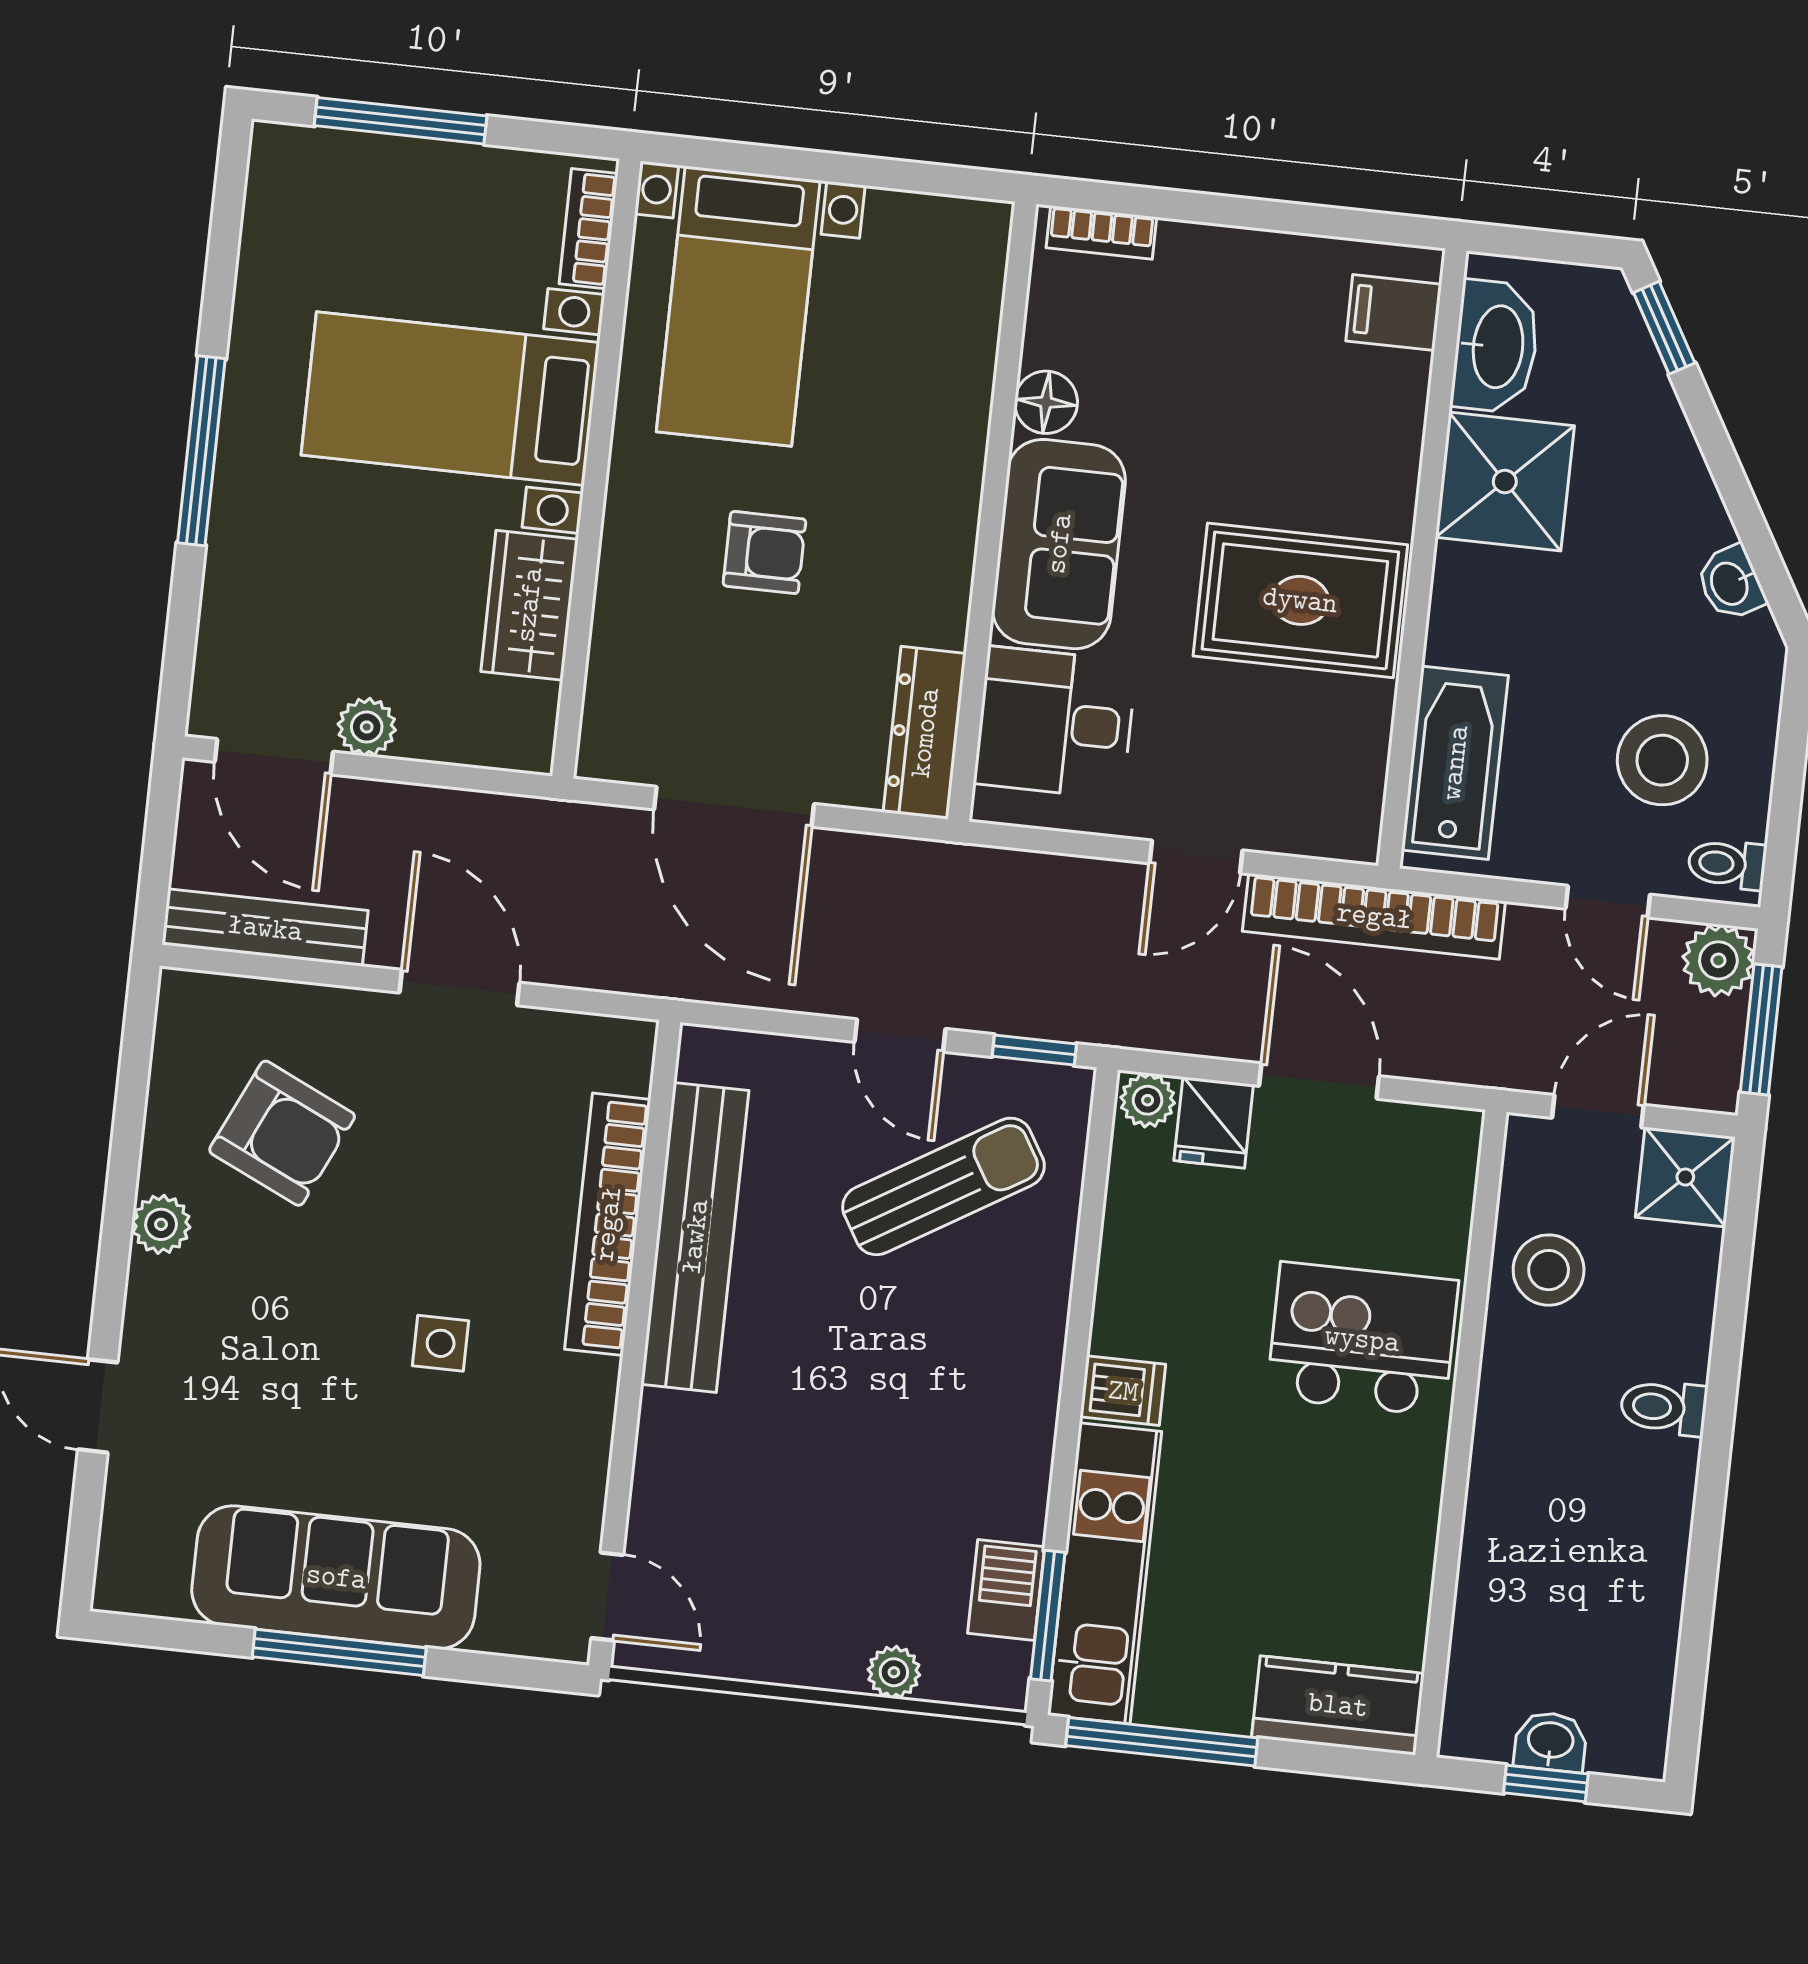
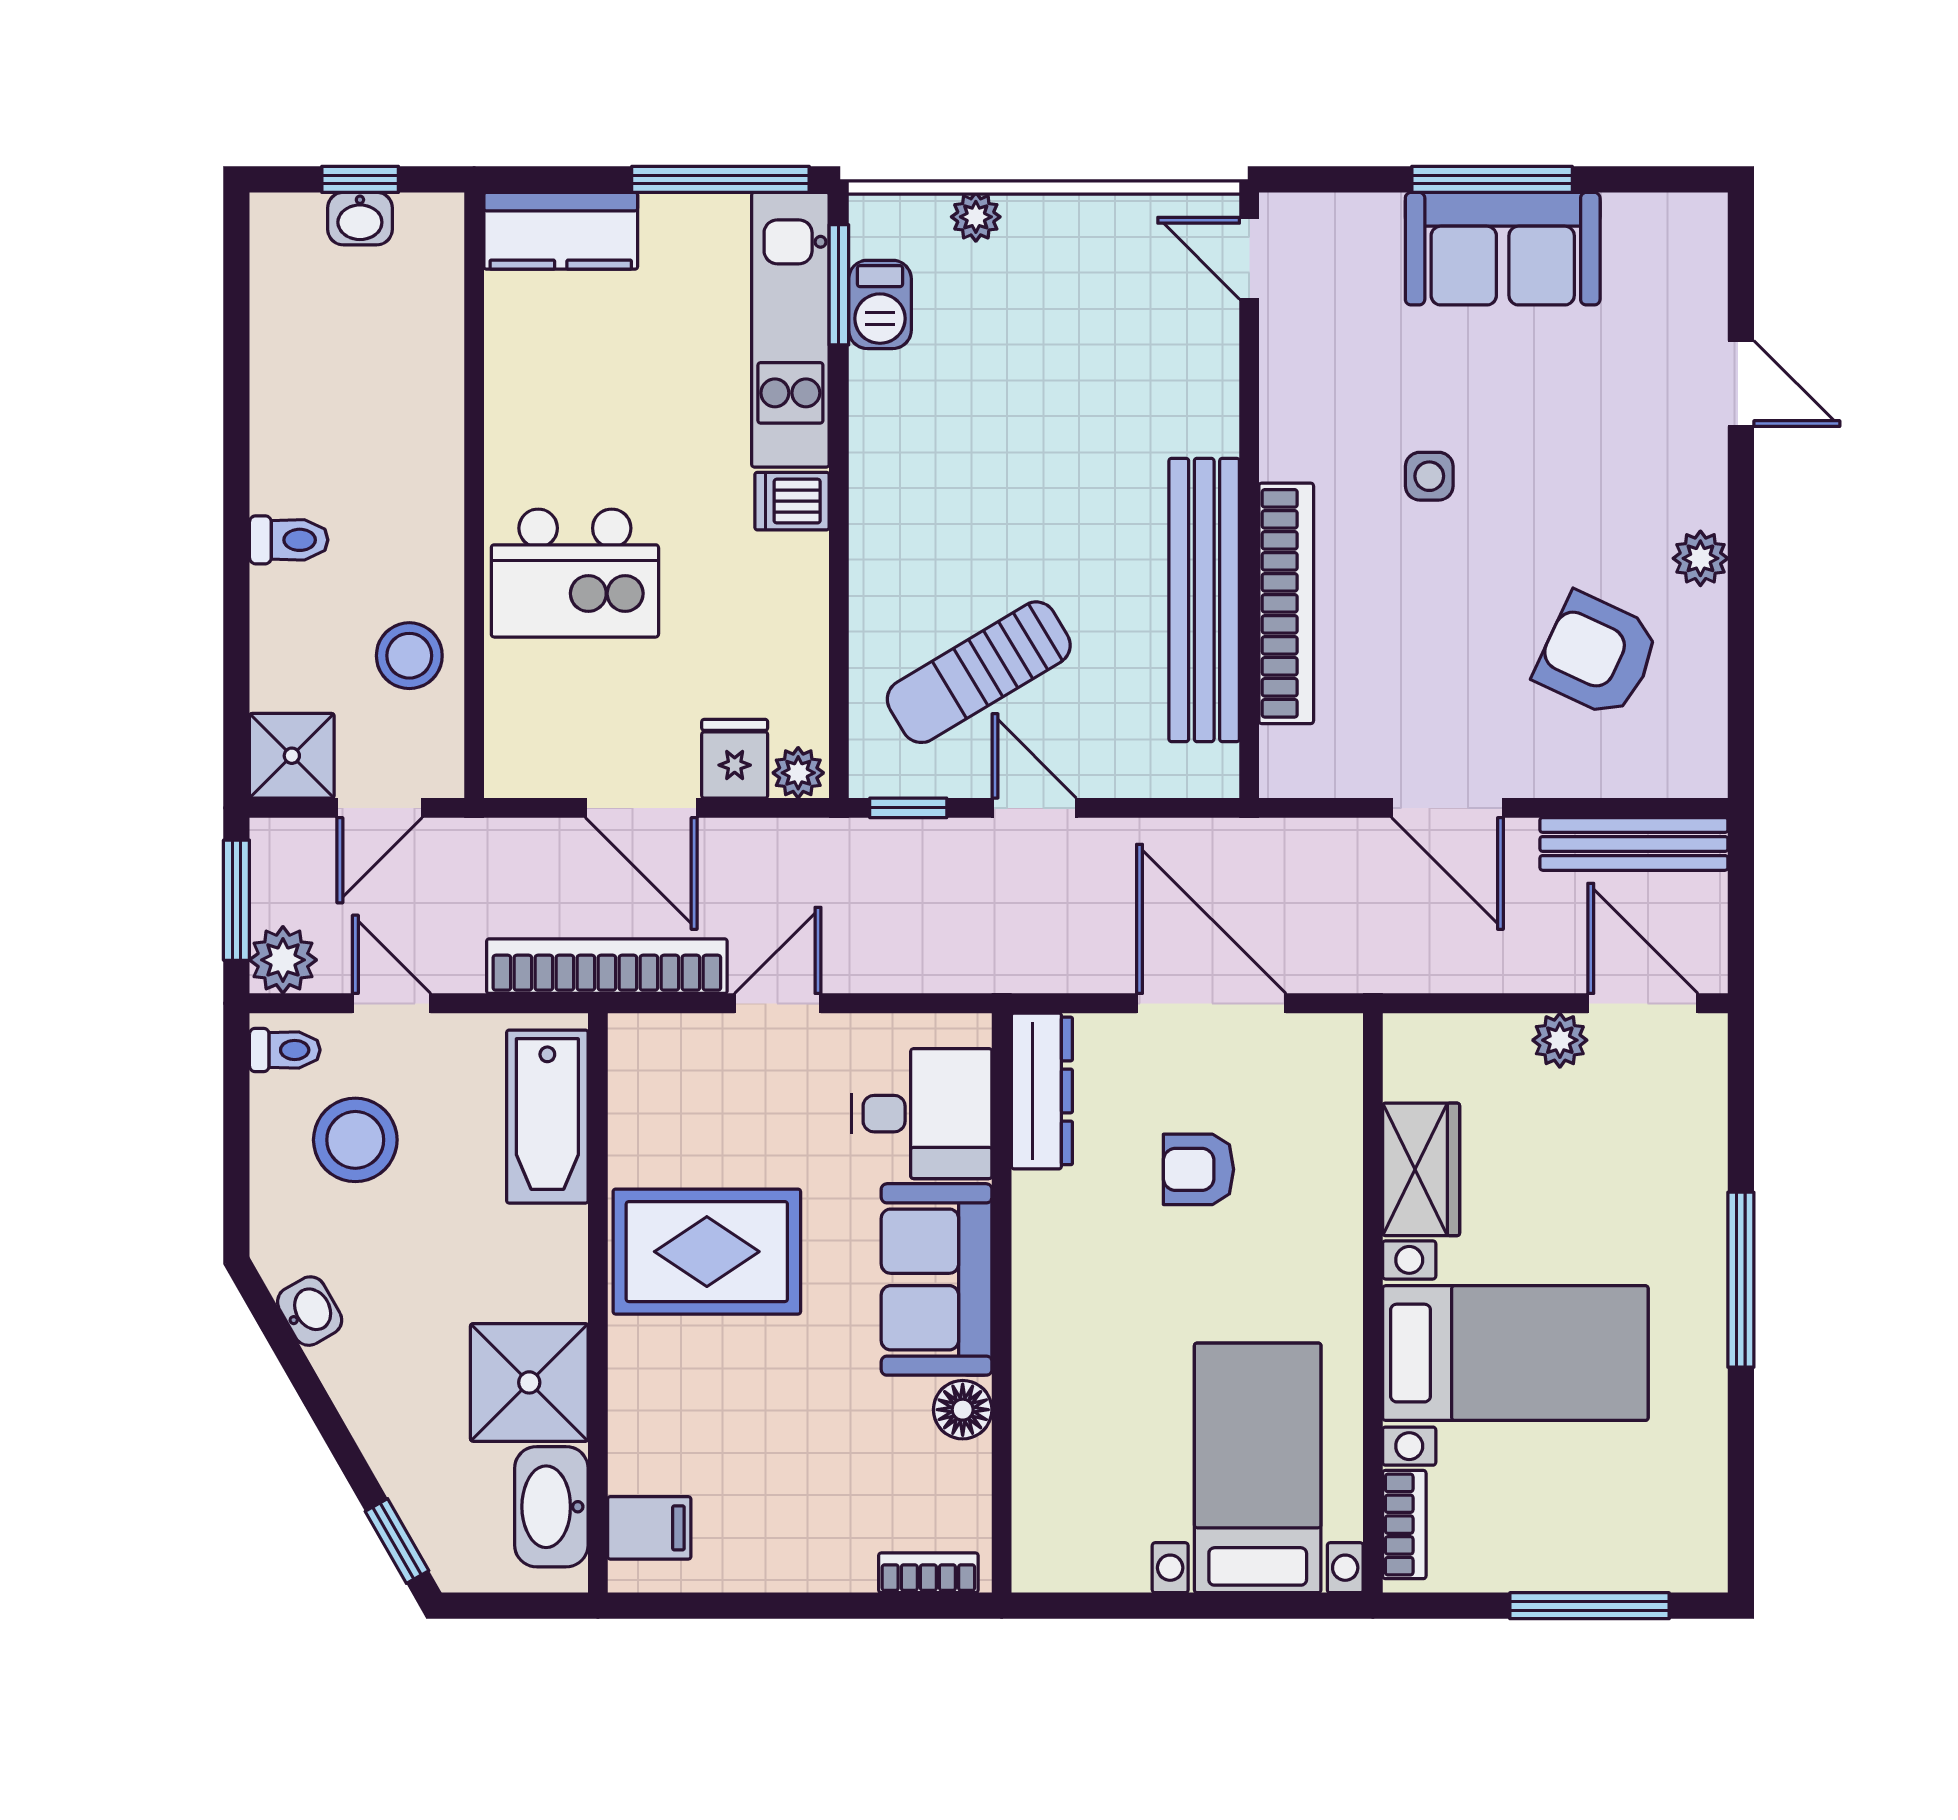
armchair: (764, 552) -> (1198, 1169), moved
sofa: (336, 1577) -> (1503, 249), width x0.73

